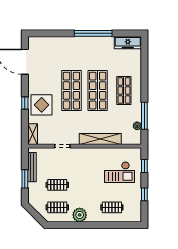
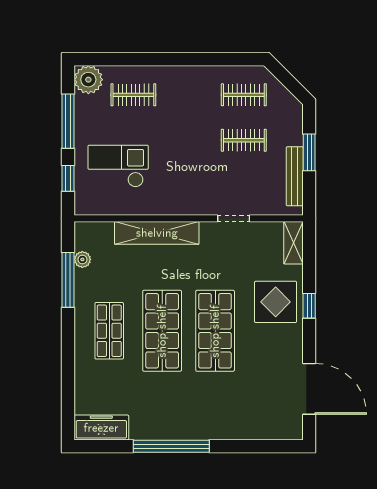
window: (144, 194) -> (68, 121), width x2.17
plant: (80, 215) -> (88, 80), moved

